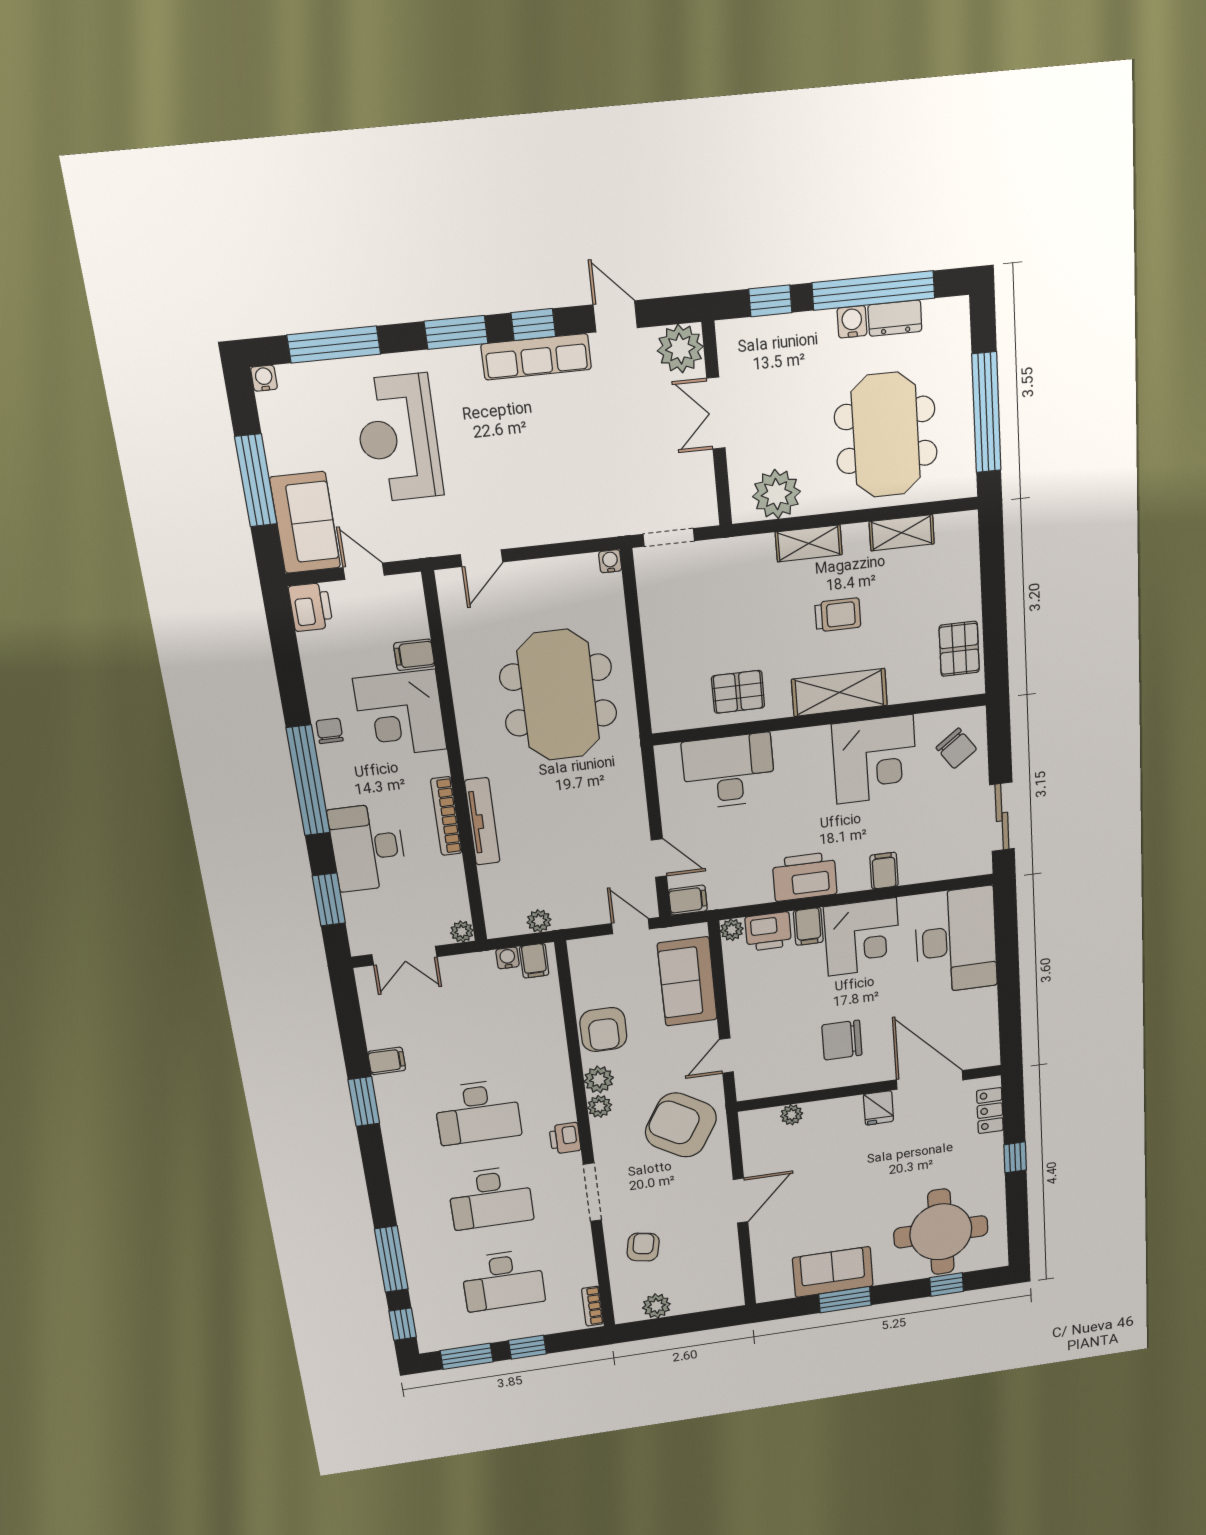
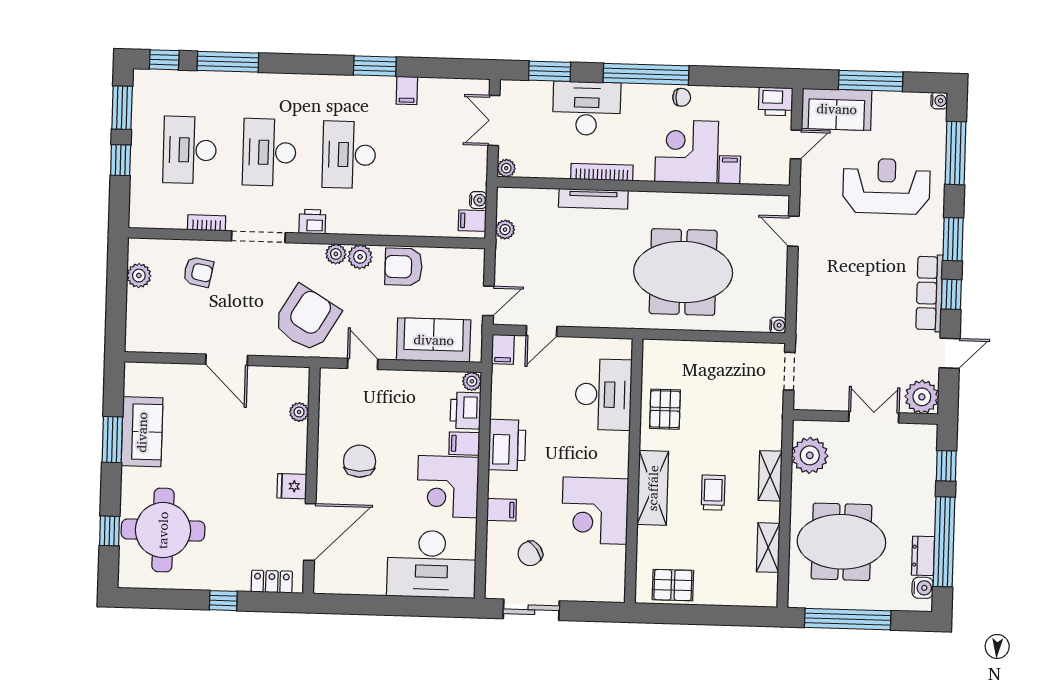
water cooler: (852, 322) -> (923, 588), moved
trolley: (838, 615) -> (713, 493), turned 180
chair: (956, 748) -> (530, 553), moved
bookcase: (593, 1306) -> (207, 223), moved

